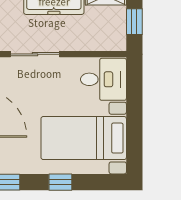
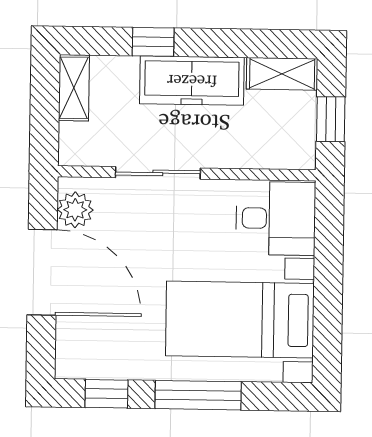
window: (60, 182) -> (198, 395), width x2.17

